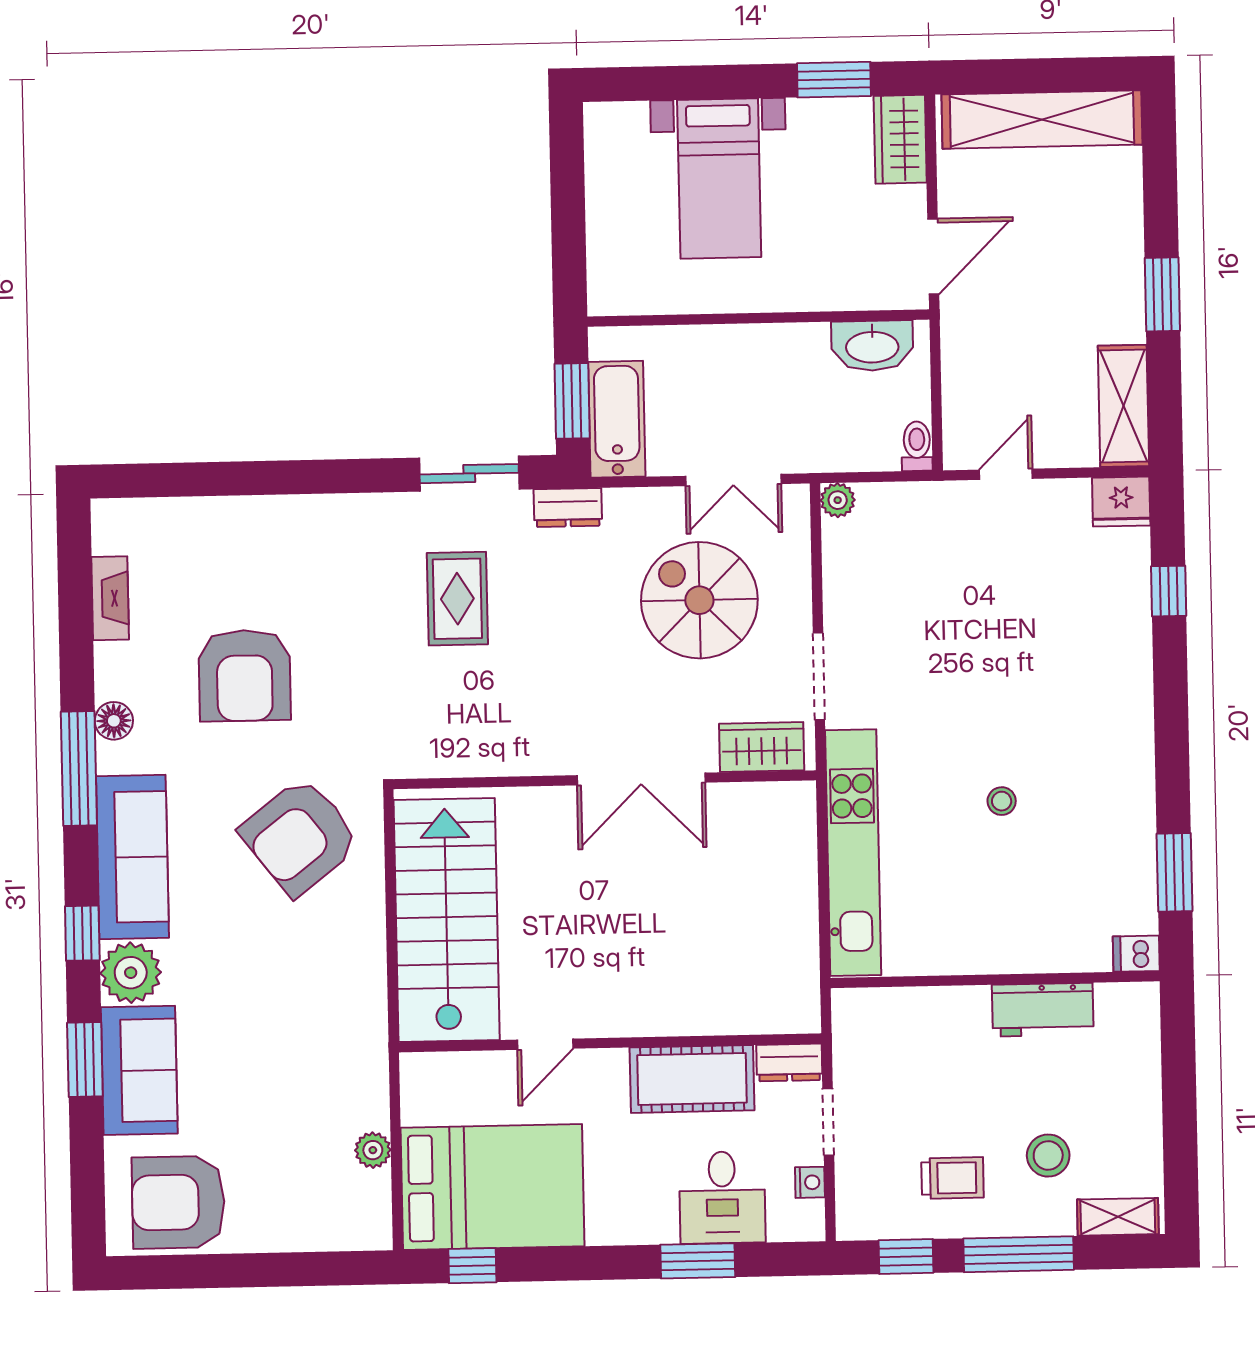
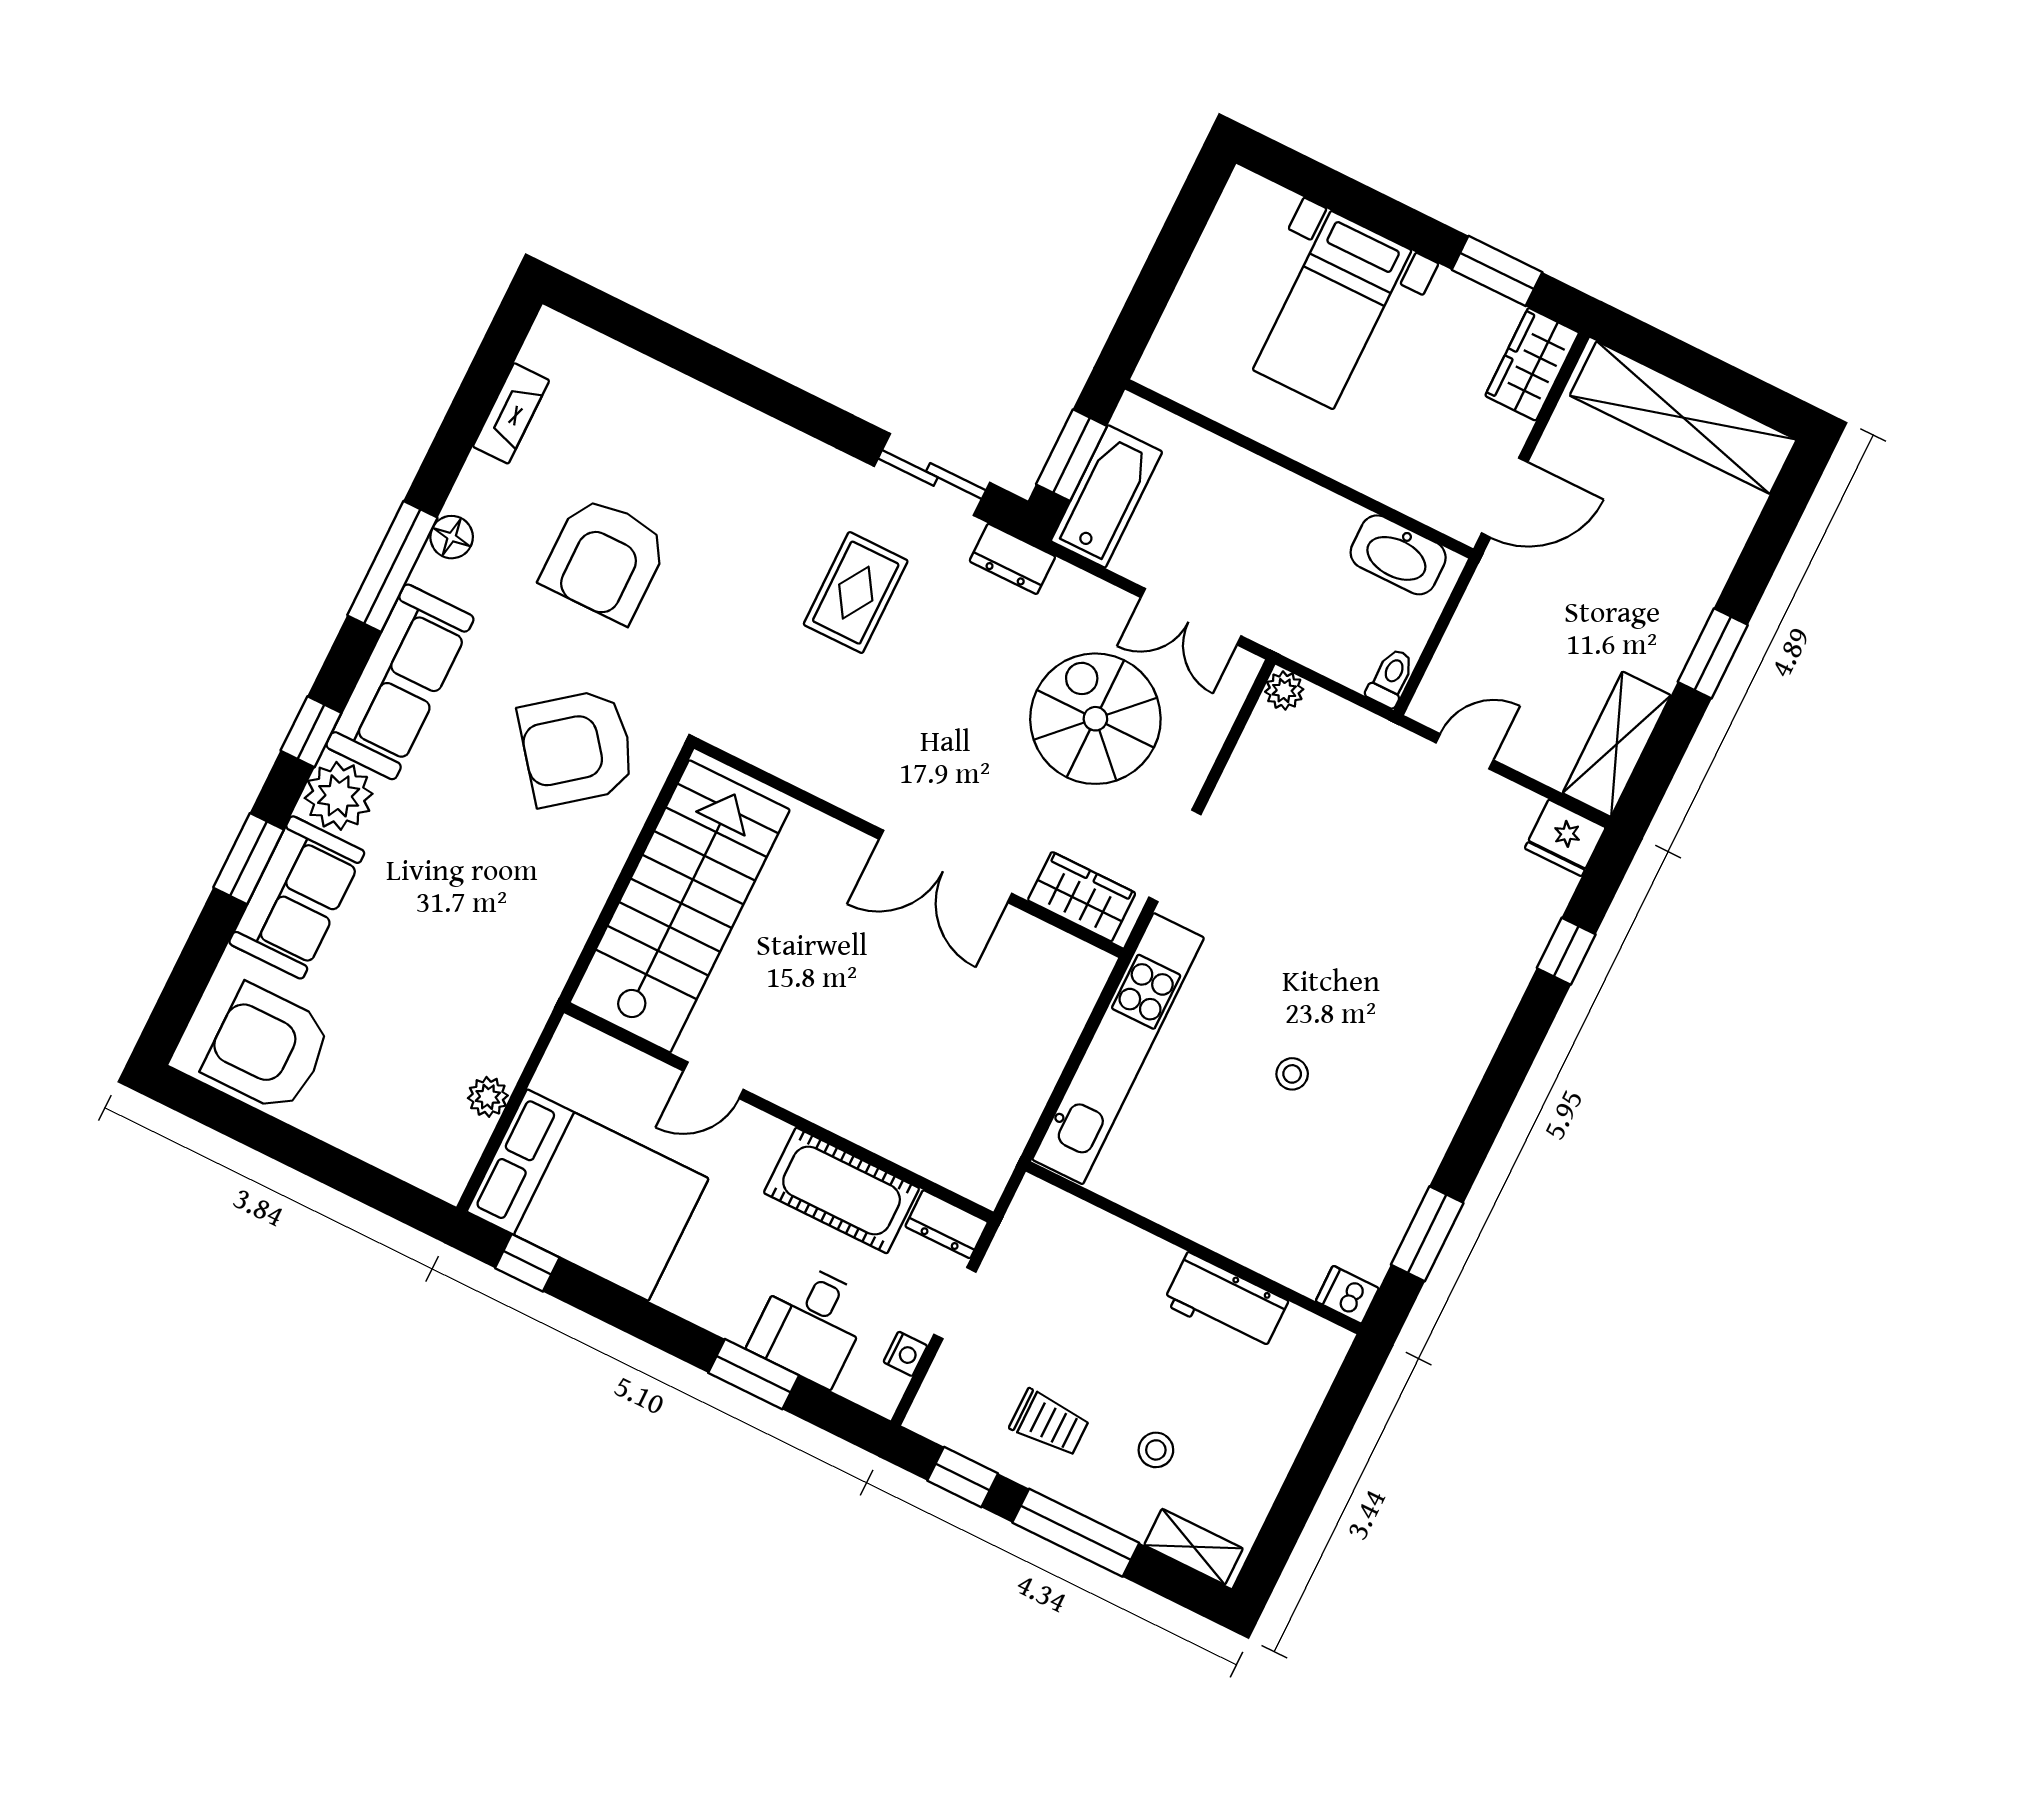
stool: (1048, 1156) -> (1156, 1450), width x0.73, depth x0.73

